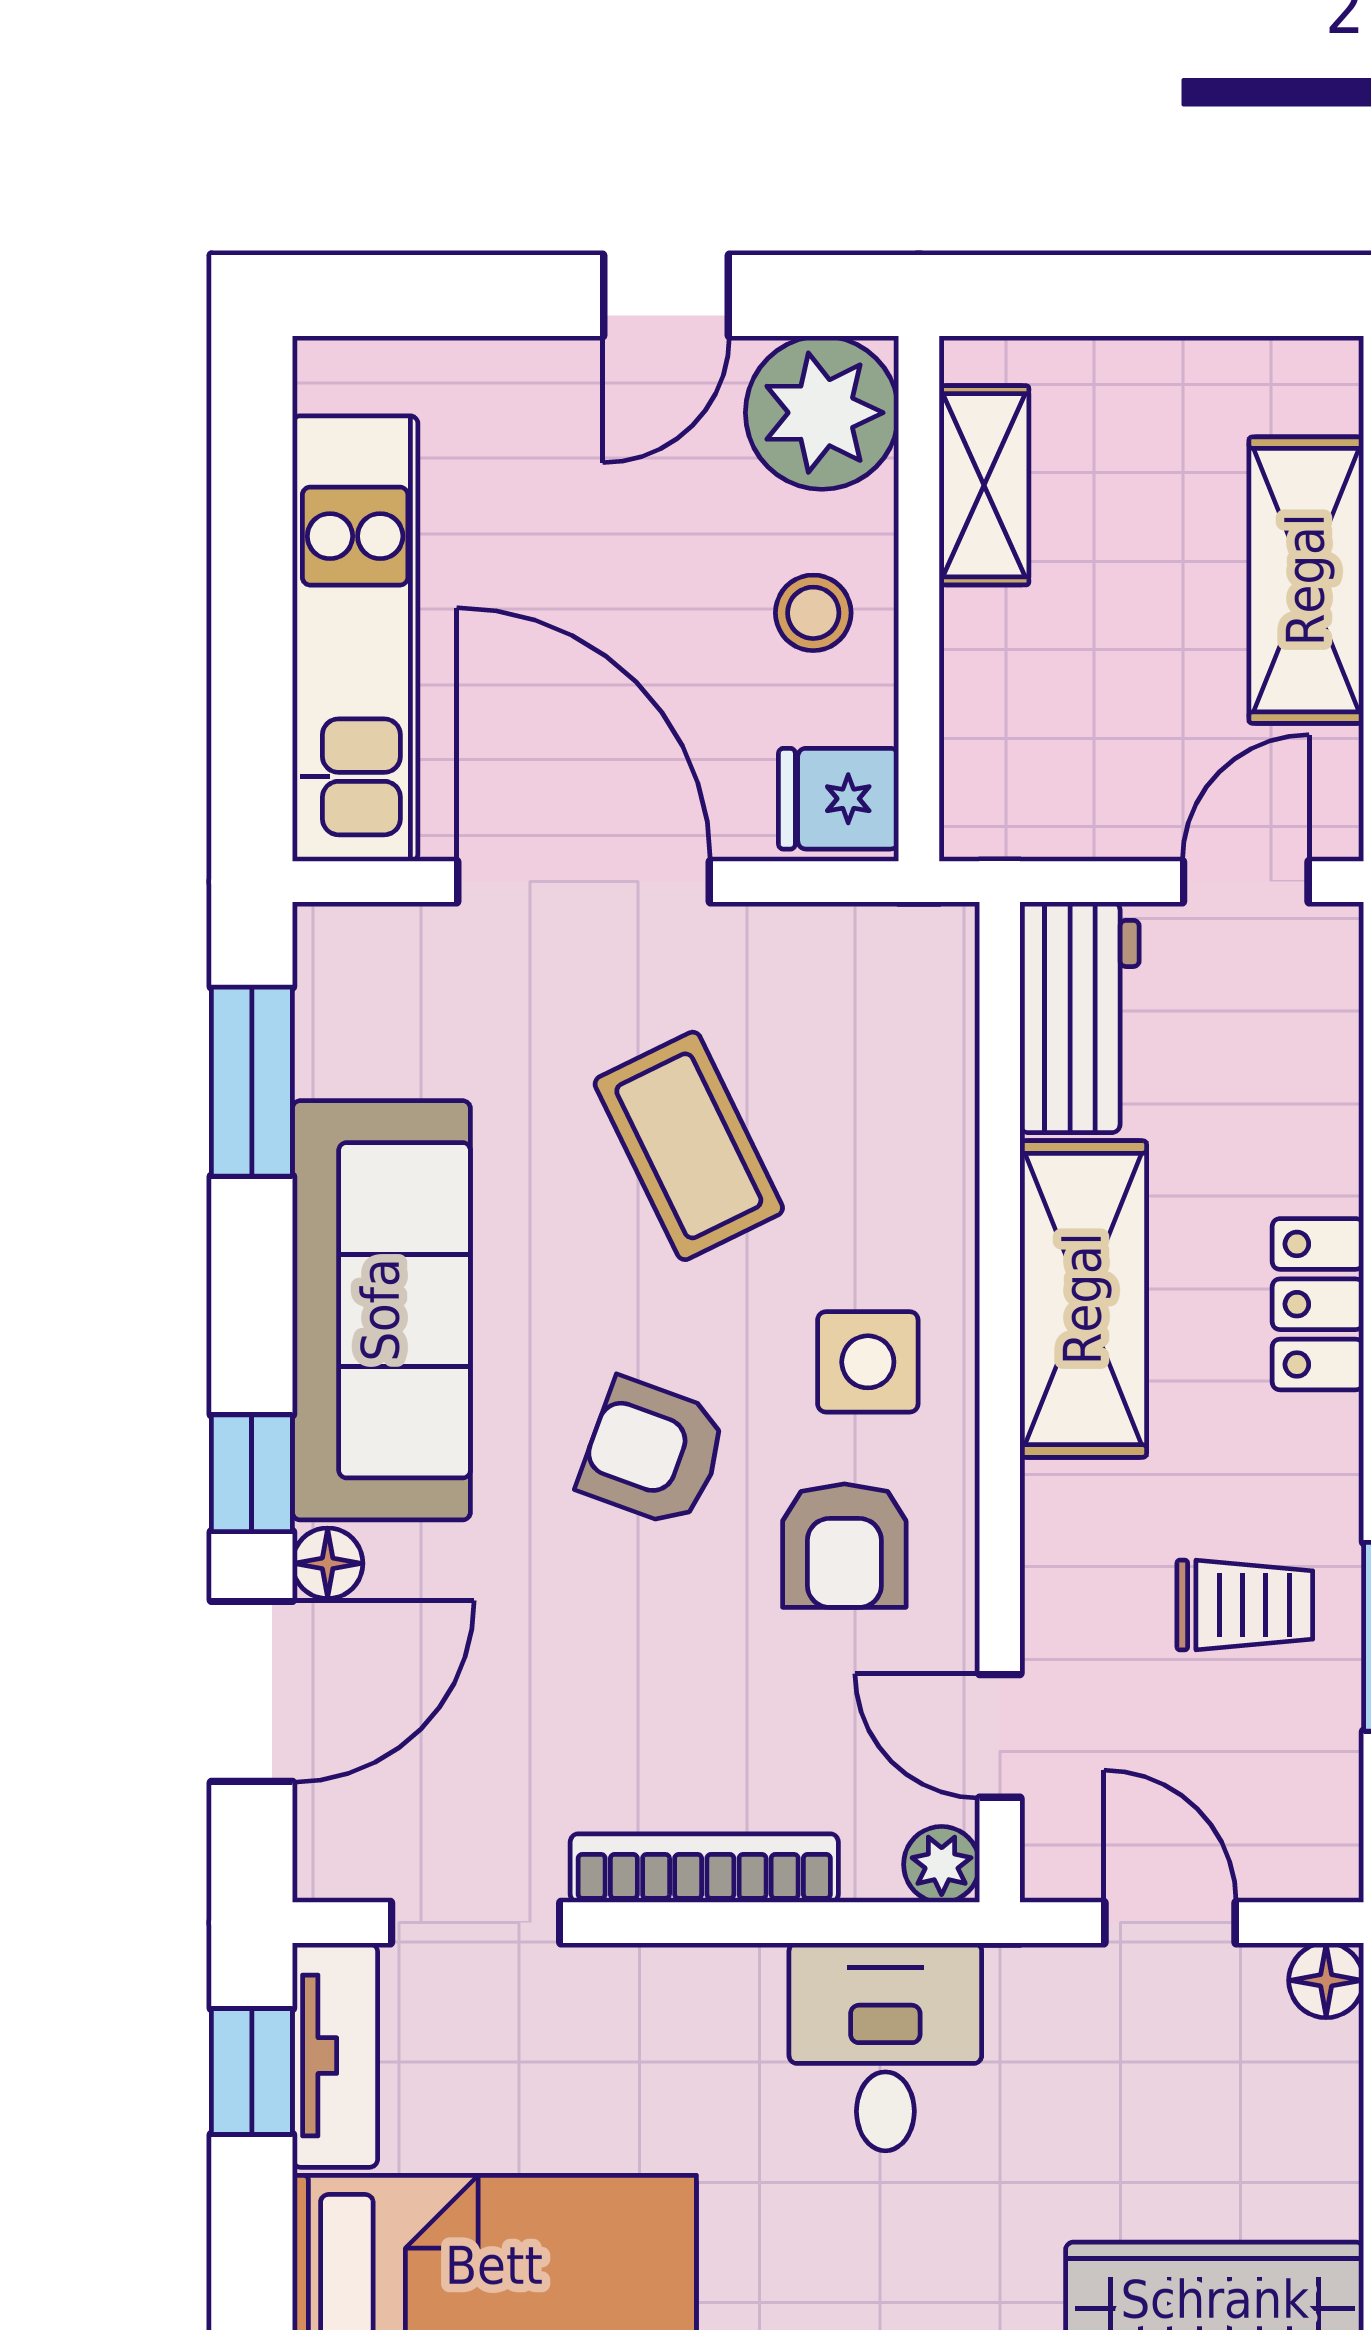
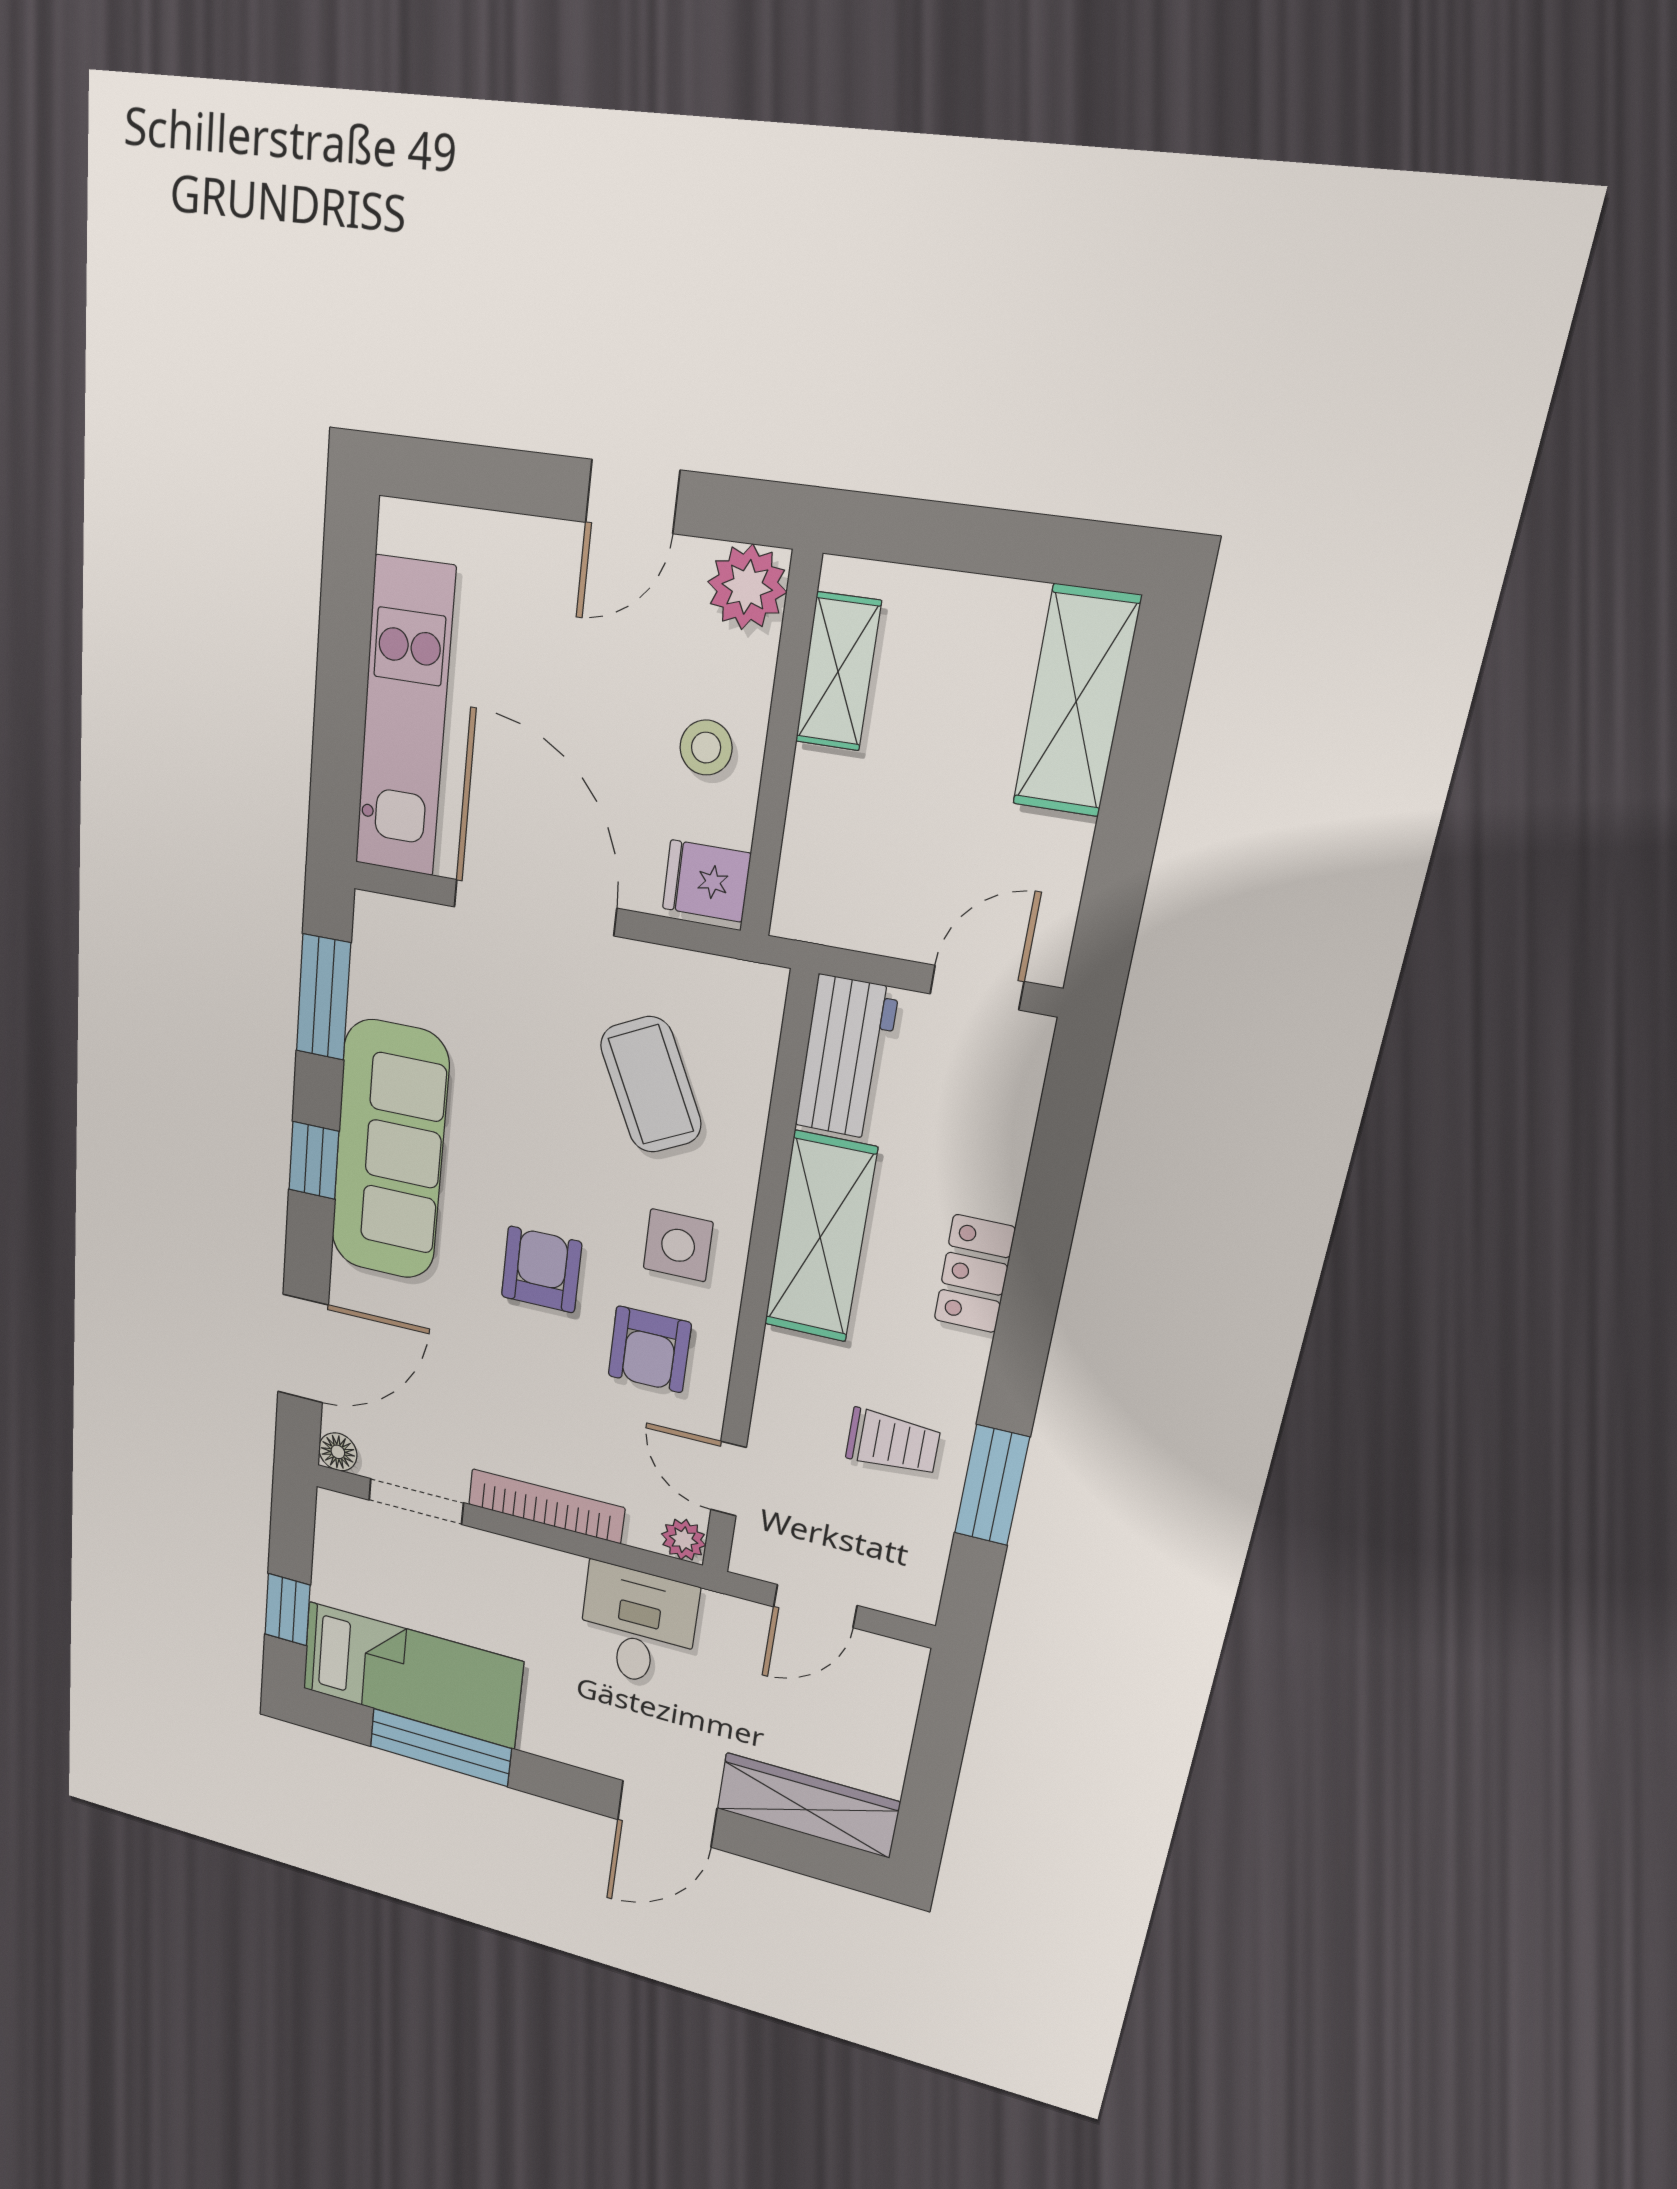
plant: (822, 413) -> (747, 587), width x0.73, depth x0.73
shelving: (1306, 580) -> (1076, 701), moved
coffee table: (689, 1146) -> (651, 1085), moved
armchair: (653, 1453) -> (541, 1270), turned 70
window: (252, 1473) -> (314, 1160), moved
floor lamp: (328, 1563) -> (338, 1452), moved
door: (1170, 1923) -> (815, 1606), swing flipped
floor lamp: (1326, 1980) -> (905, 1662), removed
tv unit: (335, 2056) -> (335, 1549), removed
window: (252, 2071) -> (287, 1610), moved

